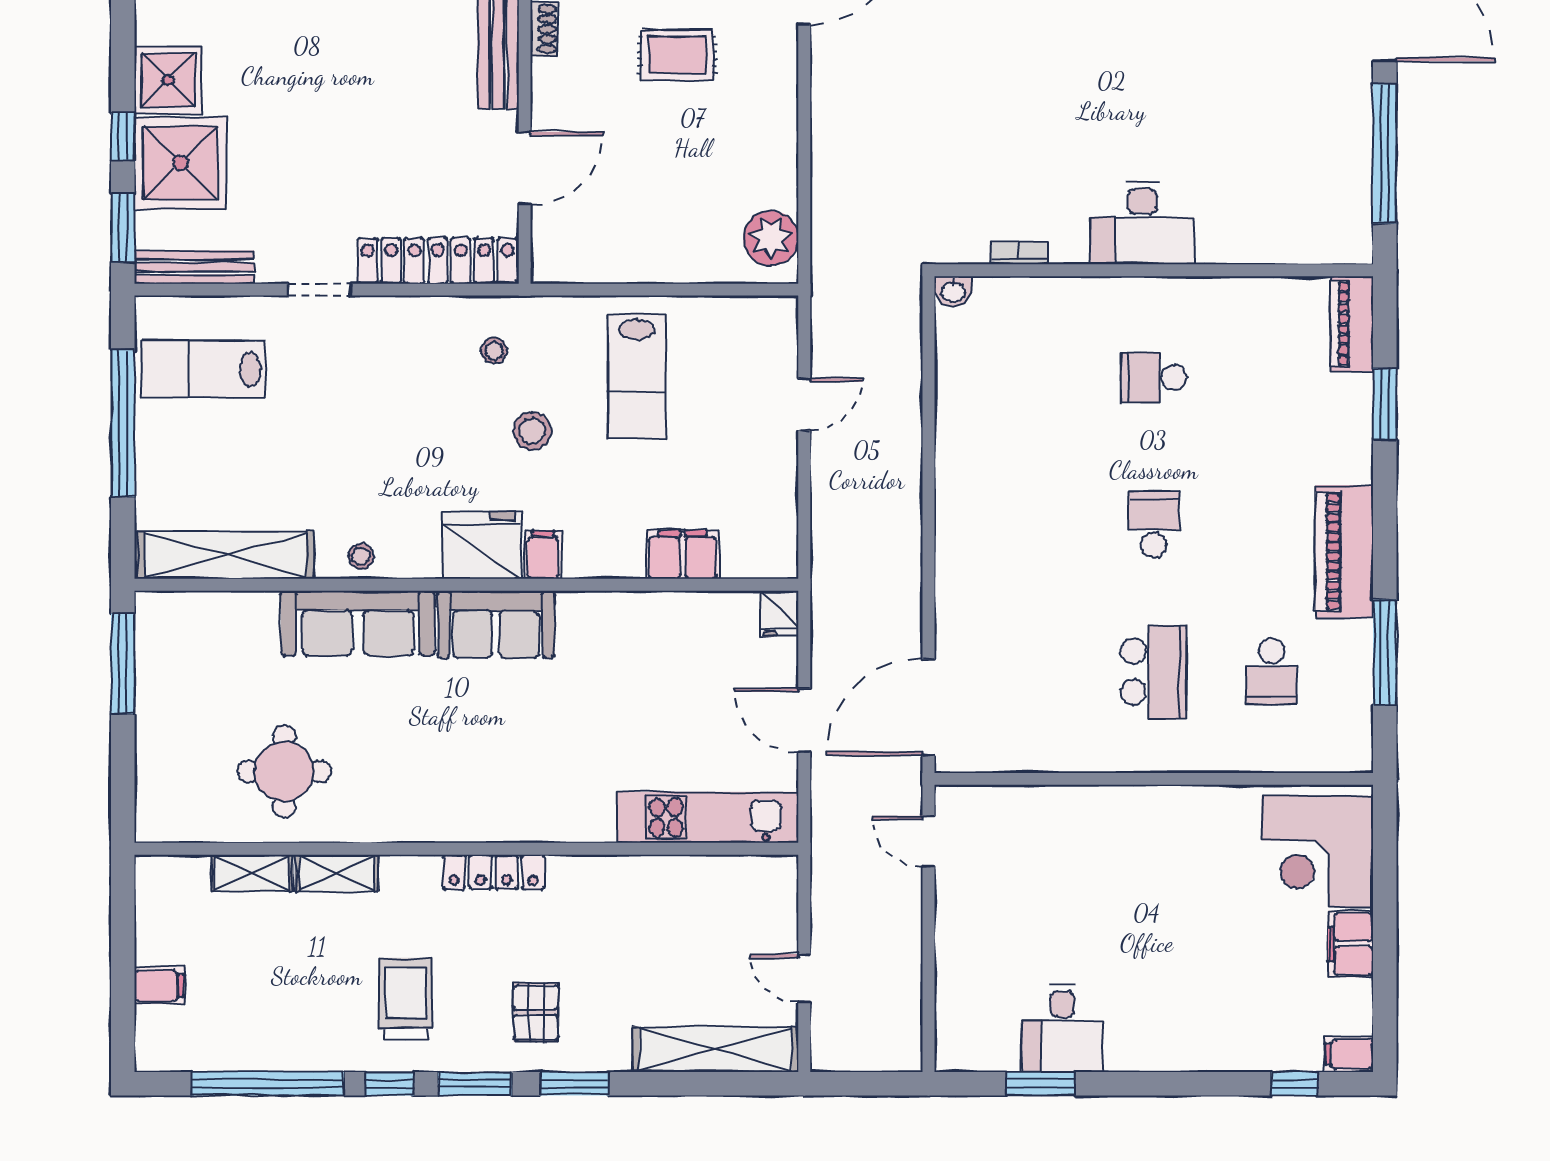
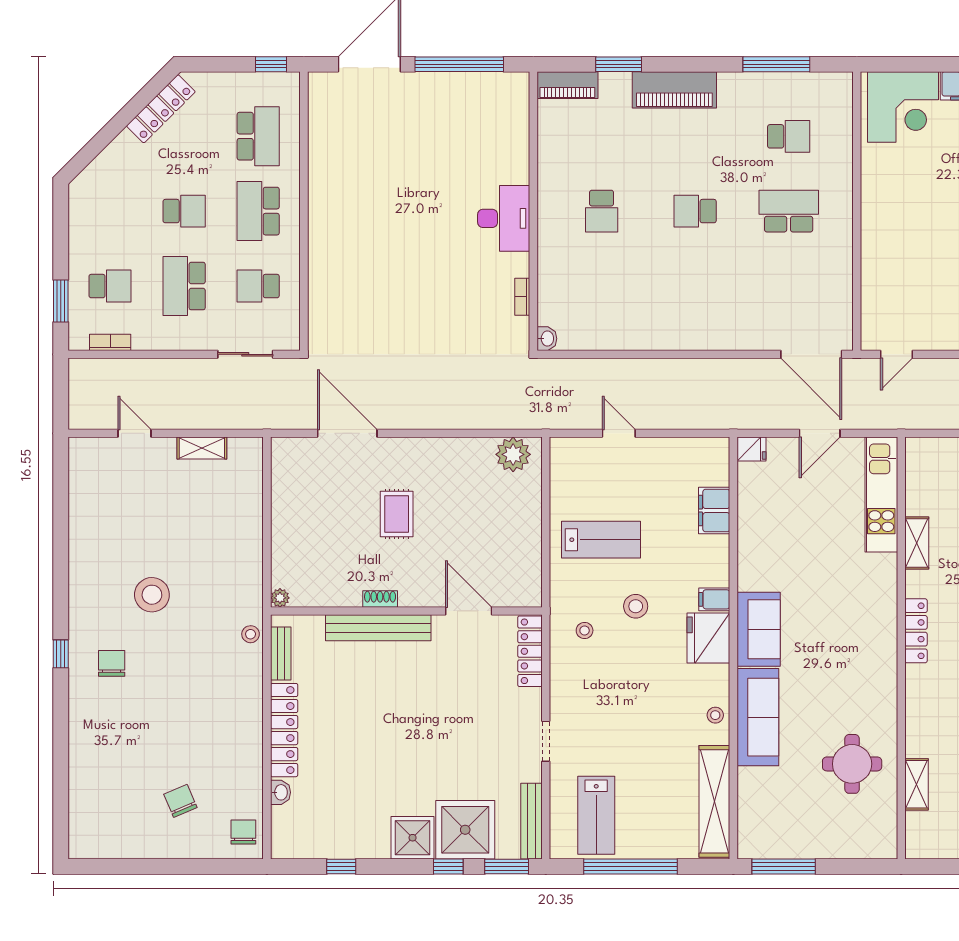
locker: (438, 261) -> (530, 651), width x0.71, depth x0.83
piano: (1344, 551) -> (674, 90), moved
shelving: (337, 873) -> (917, 543), moved

